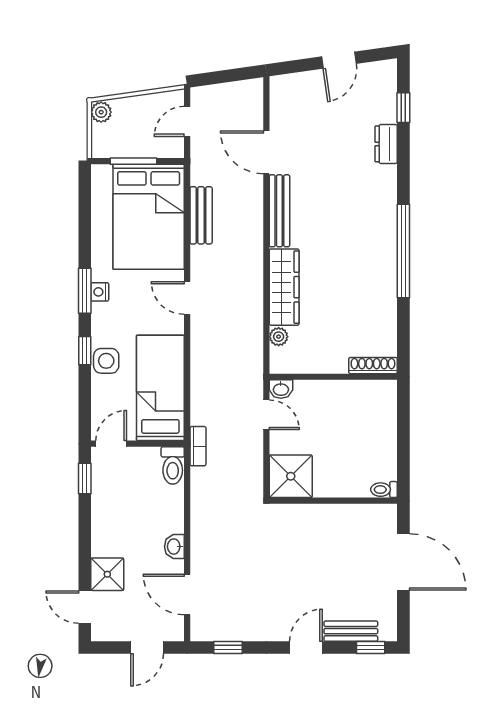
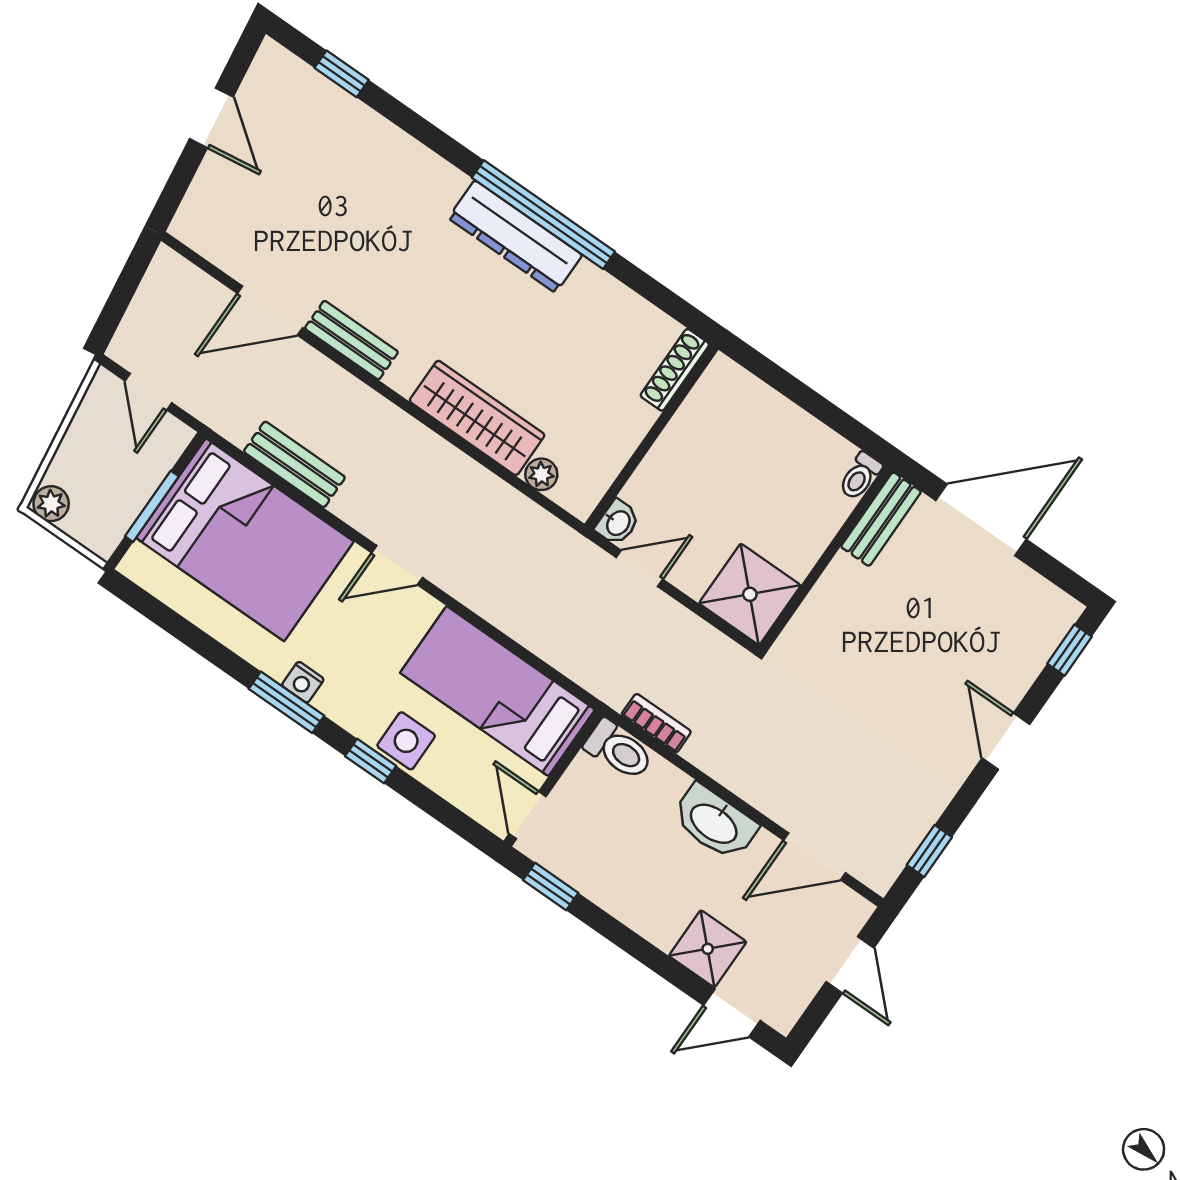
dresser: (386, 144) -> (515, 237), moved, width x1.96, depth x1.24
bench: (279, 211) -> (351, 340), width x0.73
bookcase: (198, 446) -> (656, 723), moved
washbasin: (174, 547) -> (715, 823), width x1.91, depth x1.45
bench: (351, 631) -> (881, 519), moved

